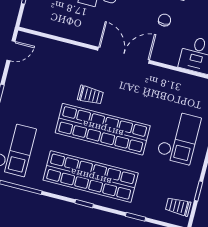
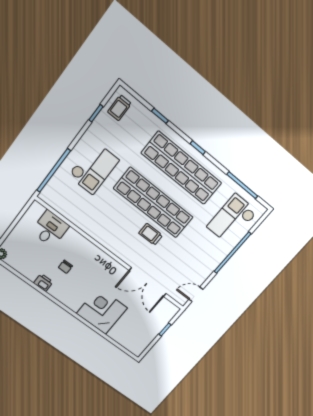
double door: (124, 55) -> (148, 282), moved
checkout: (179, 137) -> (94, 168), turned 180
trolley: (178, 207) -> (120, 108), turned 90

